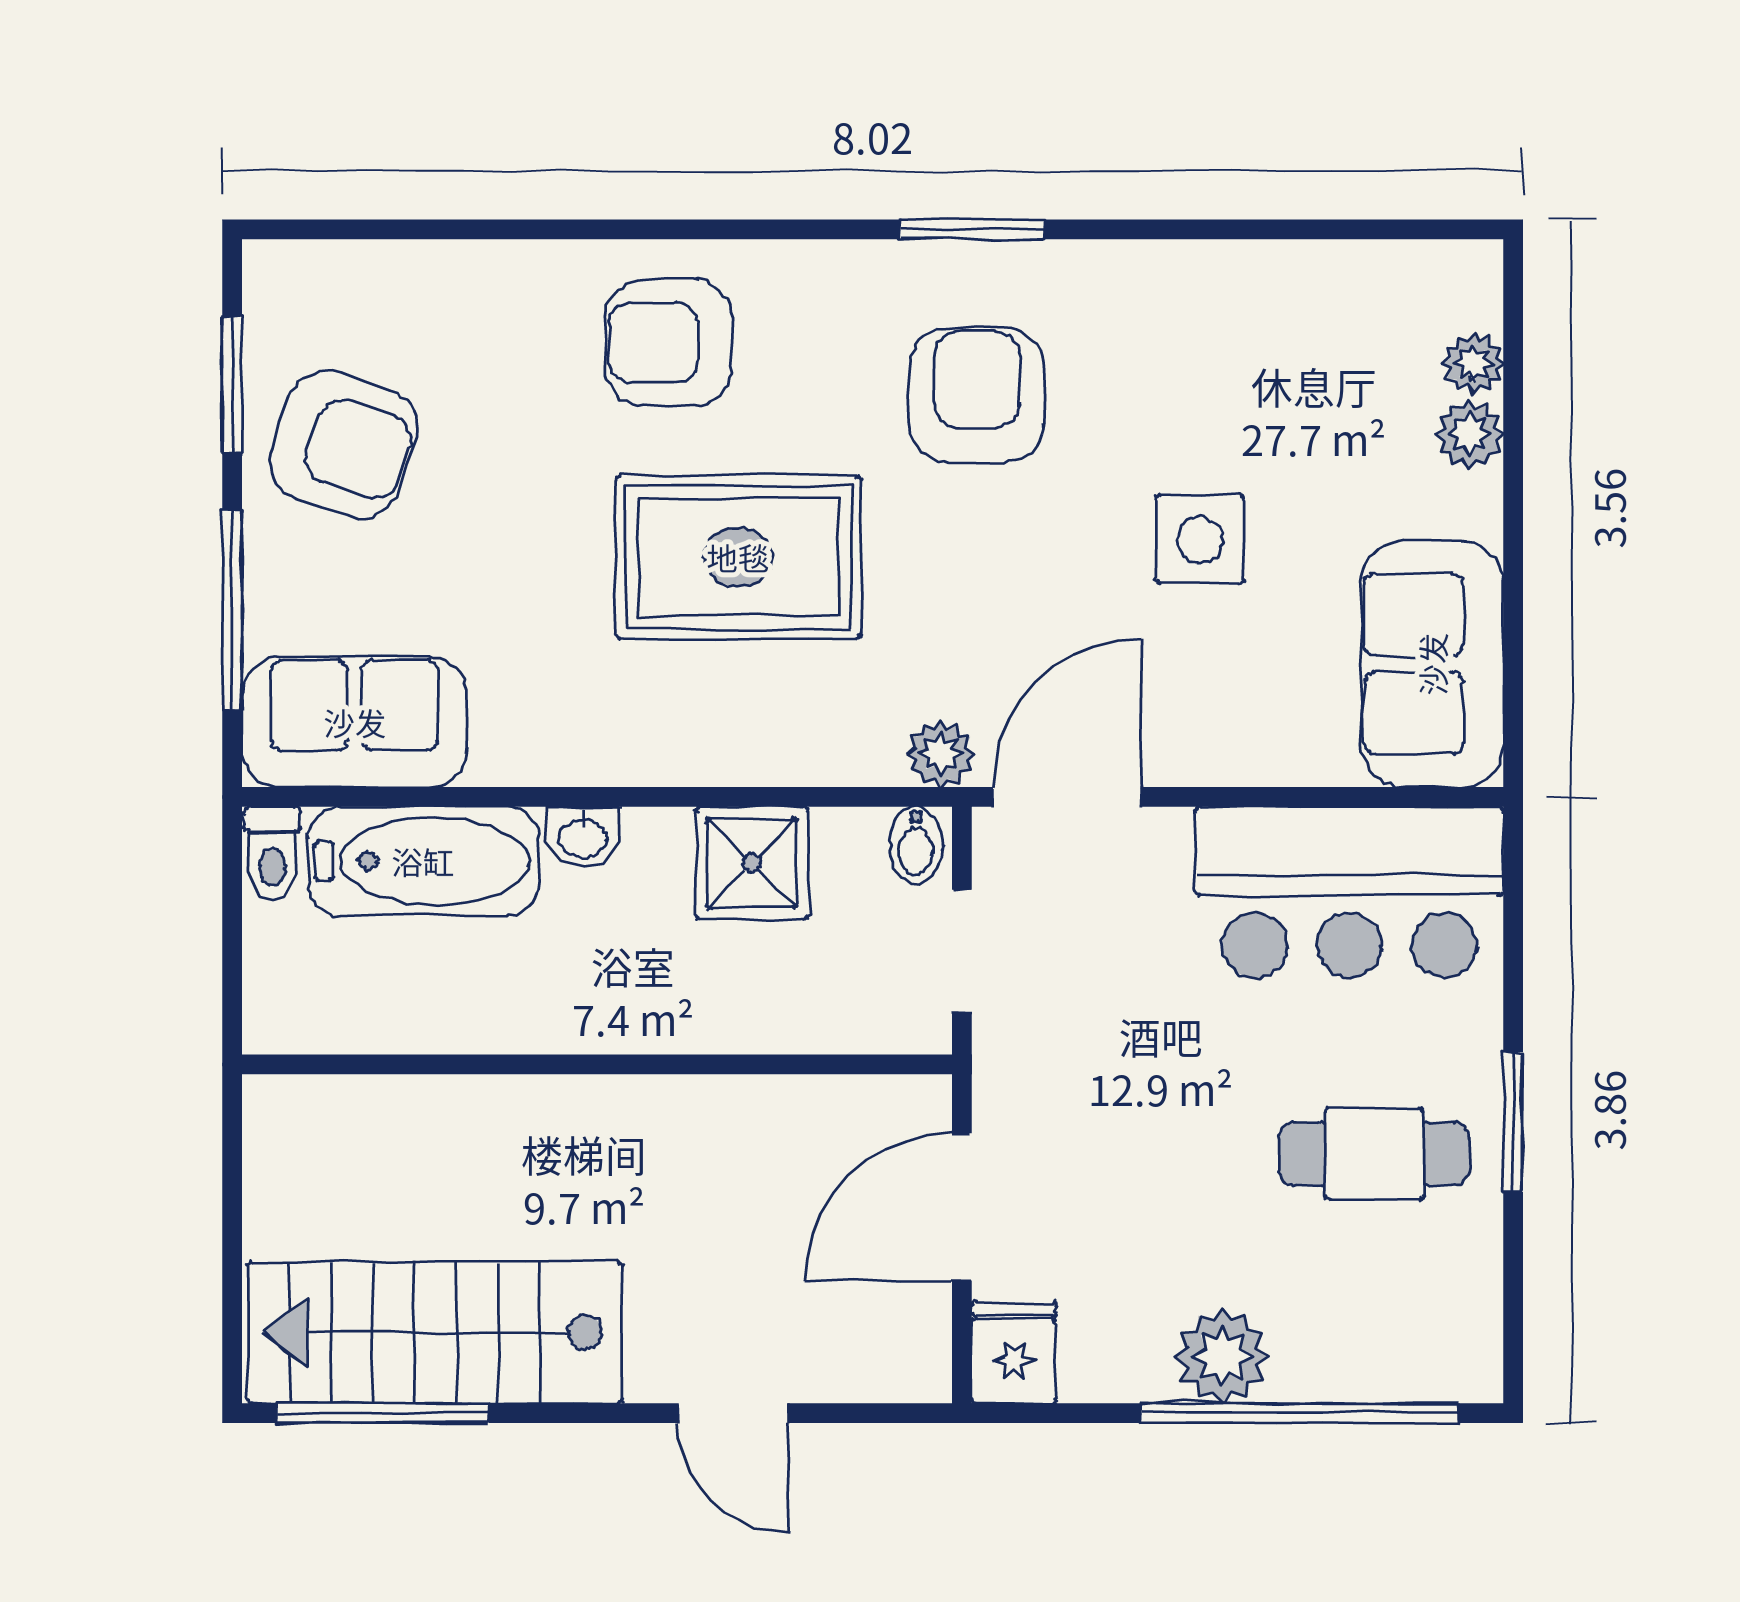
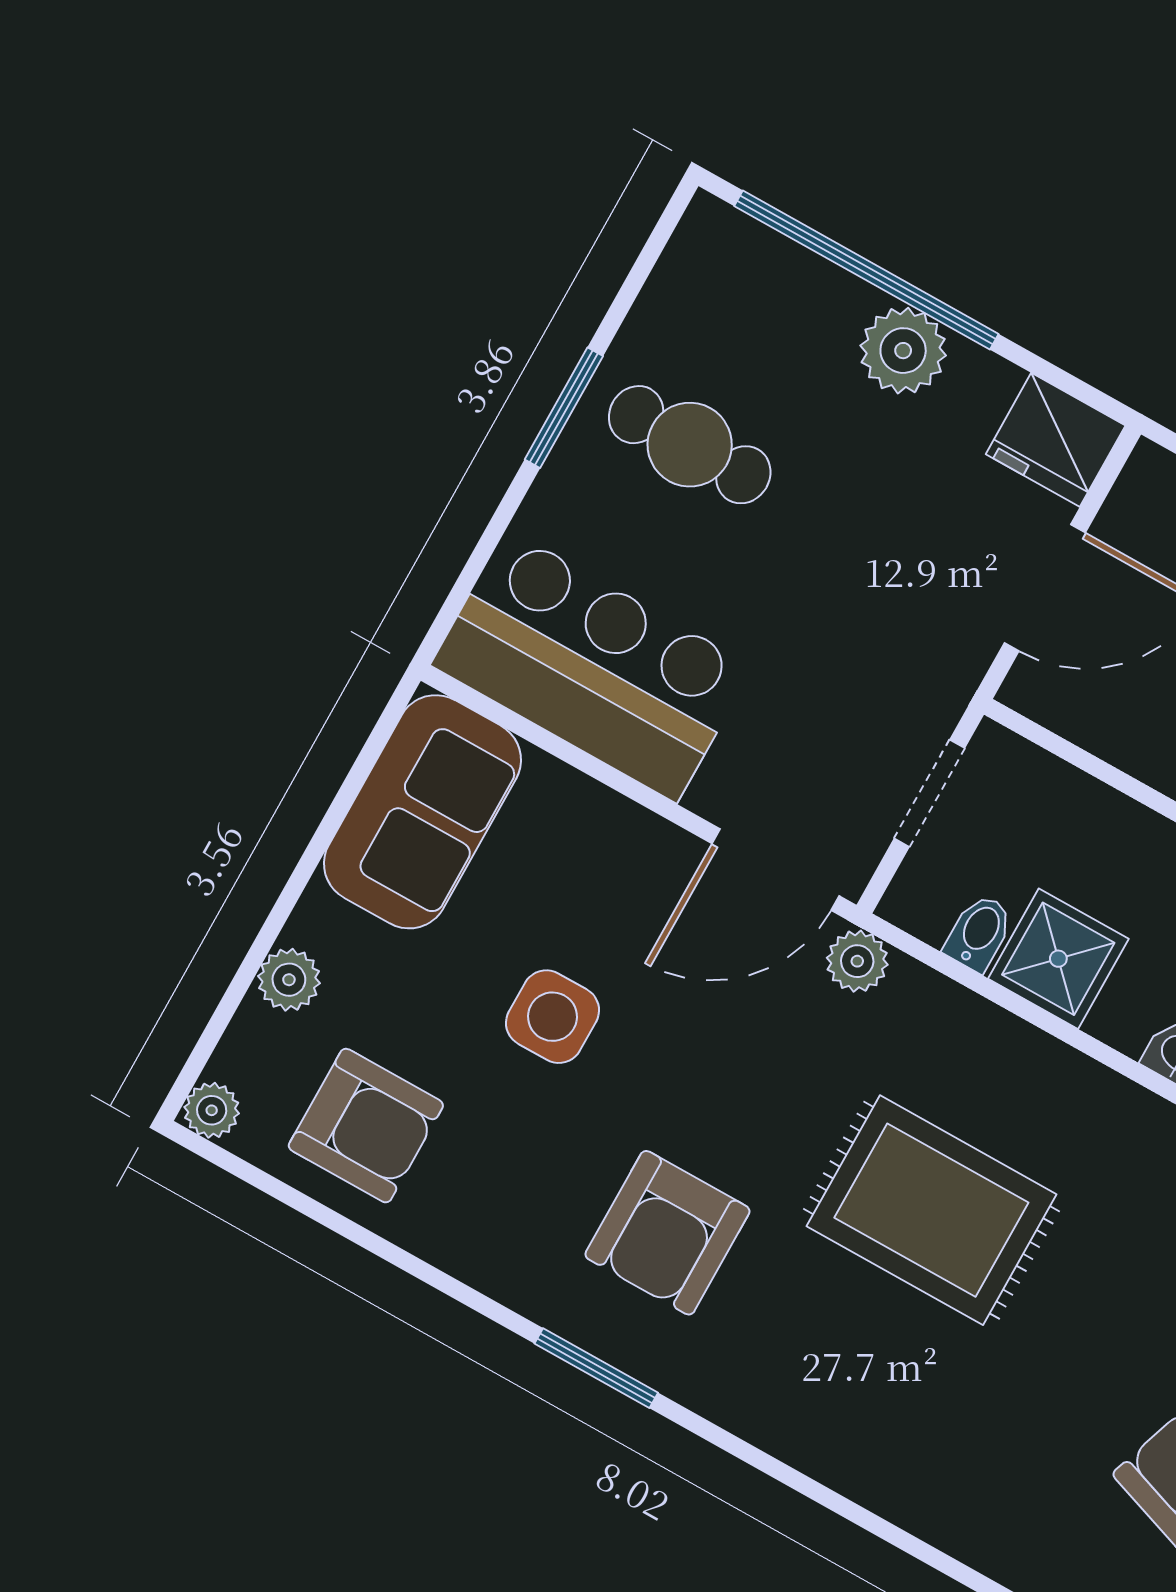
armchair: (668, 343) -> (366, 1126), moved
plant: (1473, 363) -> (212, 1110), moved
bidet: (916, 845) -> (979, 933), moved
fridge: (1014, 1353) -> (1056, 440), width x1.38

